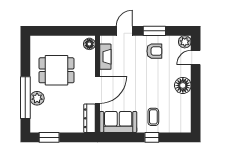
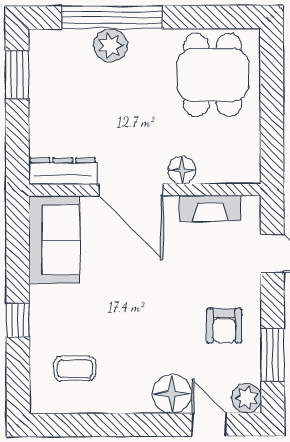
window: (154, 31) -> (273, 355), moved
floor lamp: (89, 44) -> (182, 170), moved
dining table: (56, 70) -> (213, 75), moved
floor lamp: (183, 85) -> (172, 394), moved
coffee table: (153, 117) -> (75, 369), moved

